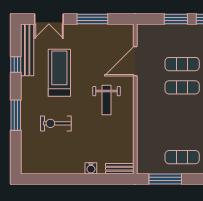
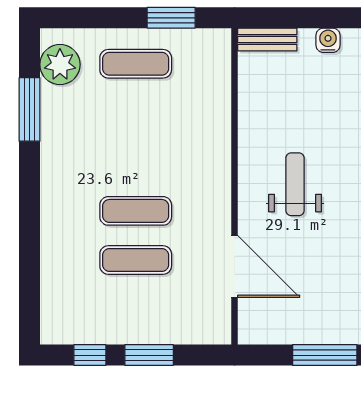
door: (135, 61) -> (235, 266), hinge flipped
window: (165, 179) -> (171, 18), width x0.69

